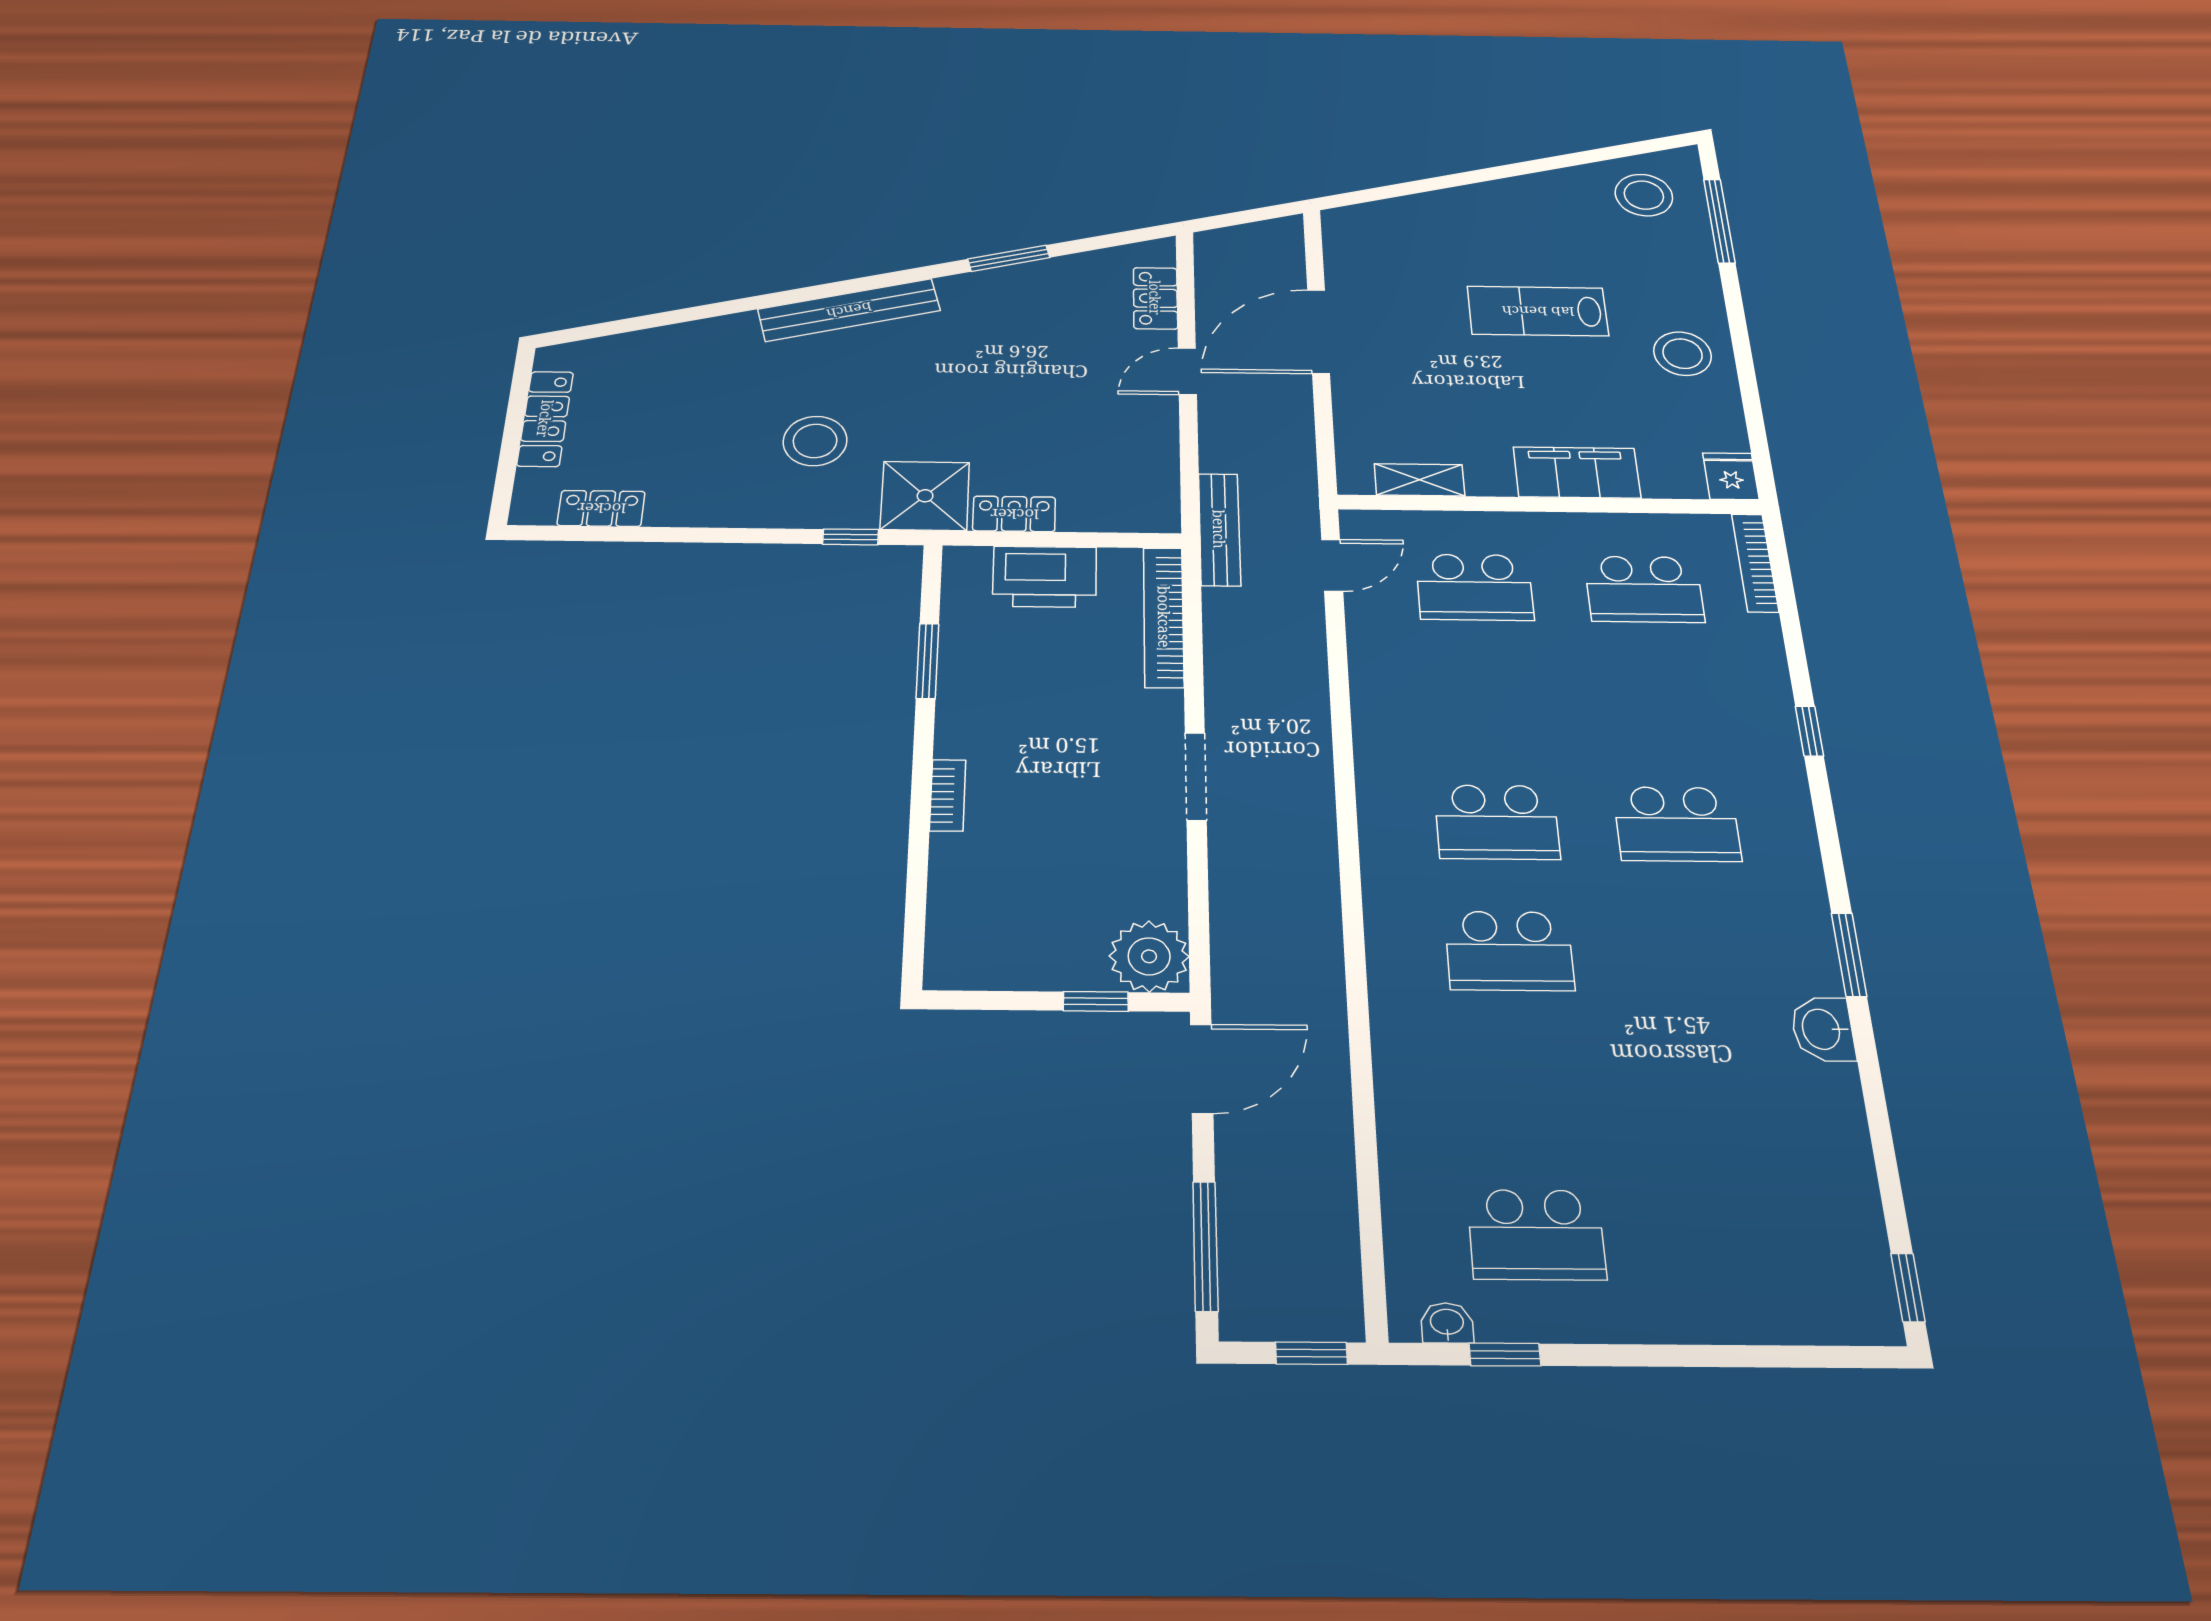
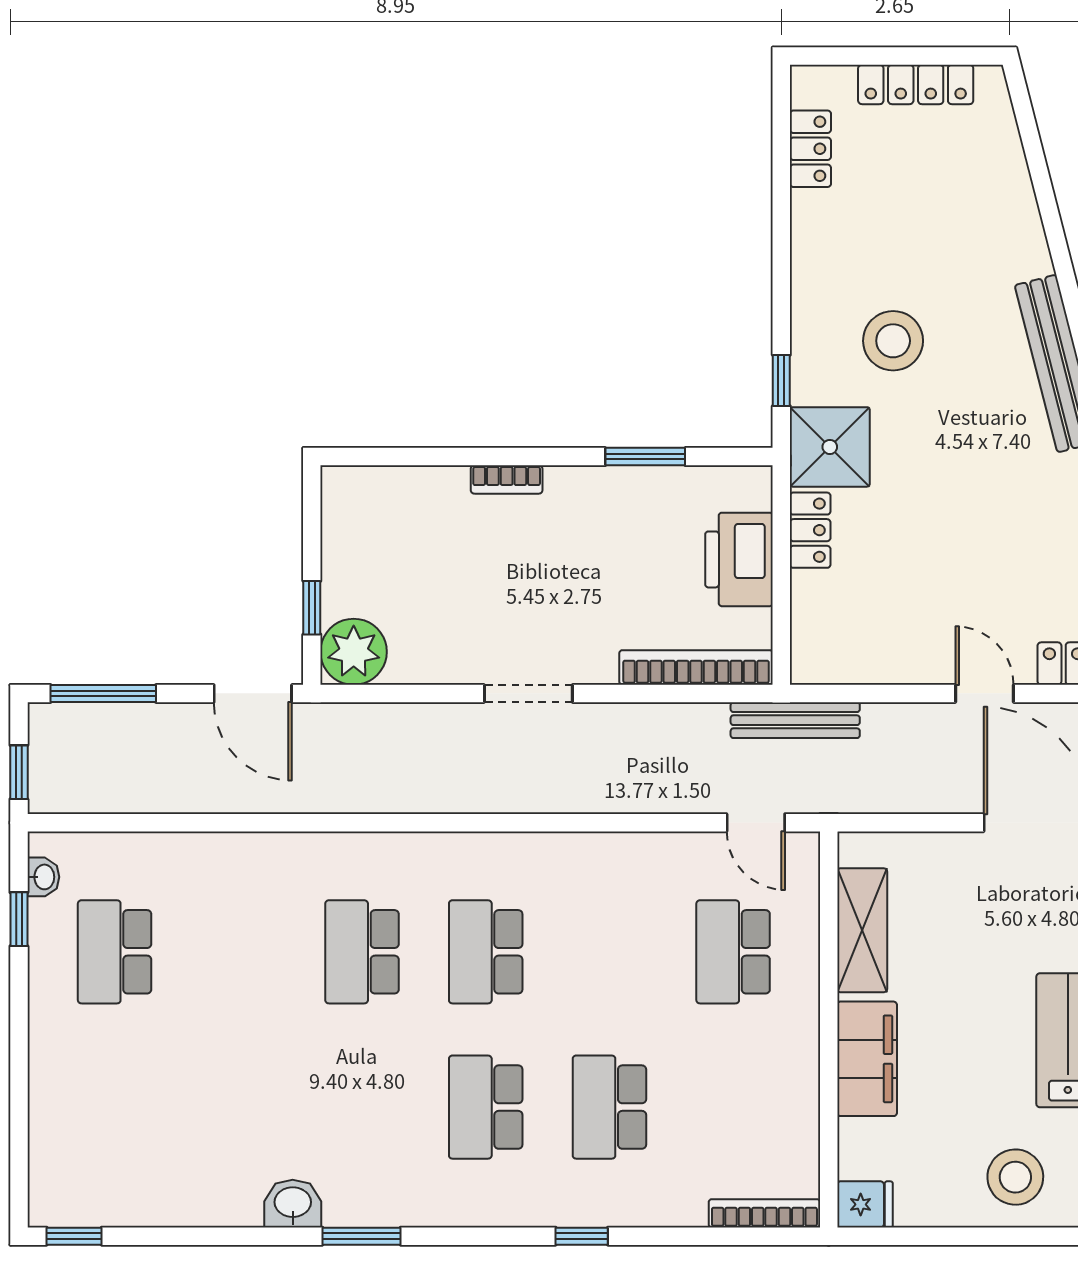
shelving: (1419, 480) -> (862, 930), width x1.50, depth x1.33
school desk: (1644, 589) -> (609, 1107), moved

